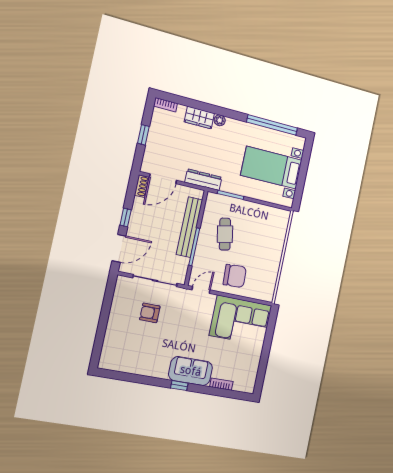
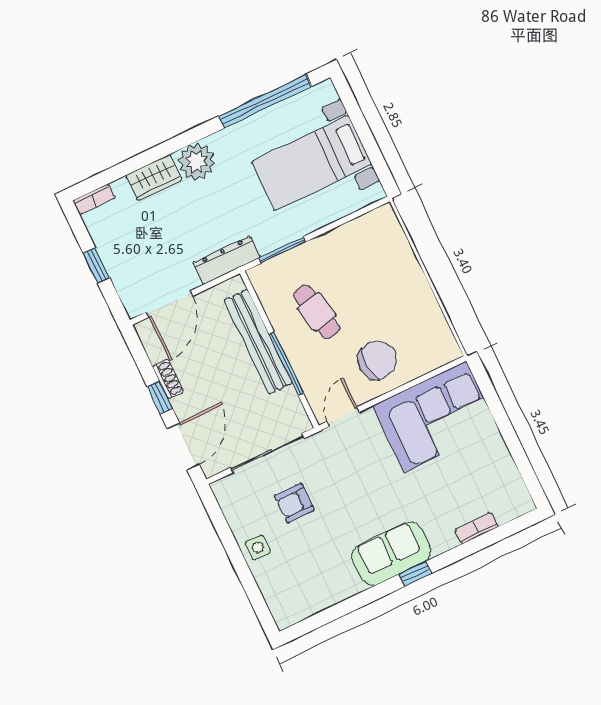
plant: (220, 120) -> (197, 162), width x1.87, depth x1.87
shoe rack: (142, 186) -> (168, 379), moved
side table: (117, 321) -> (258, 547), added
sofa: (191, 371) -> (391, 554), moved

